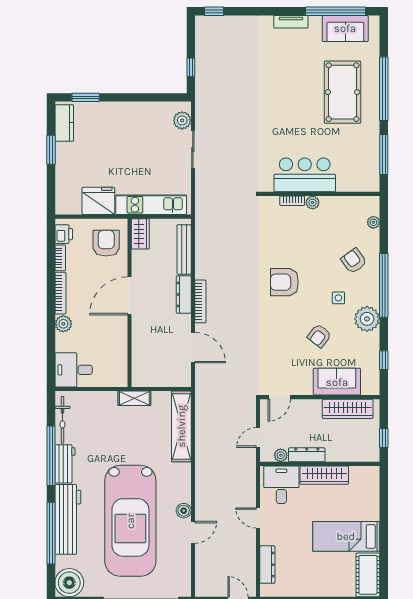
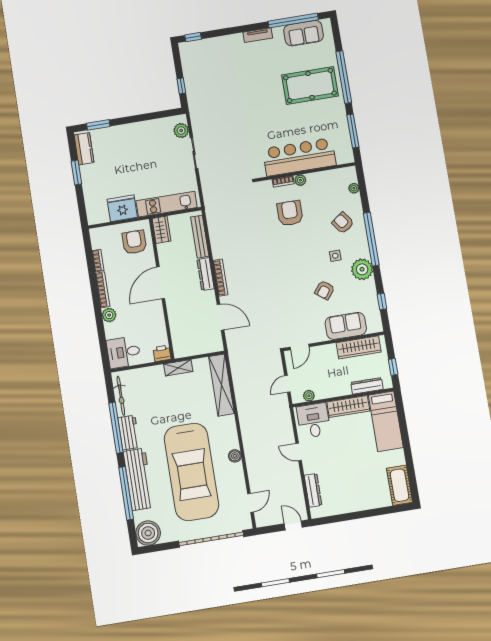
pool table: (342, 92) -> (310, 85), turned 90
bar counter: (305, 175) -> (299, 157), width x1.36
printer: (64, 234) -> (162, 353), moved, turned -90
armchair: (284, 282) -> (290, 213), moved, turned 90
dresser: (307, 455) -> (367, 386), moved
door: (193, 532) -> (250, 503), moved
bed: (346, 536) -> (386, 421), moved, turned -90

